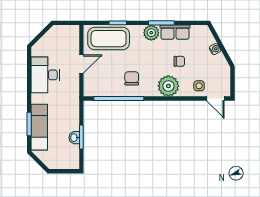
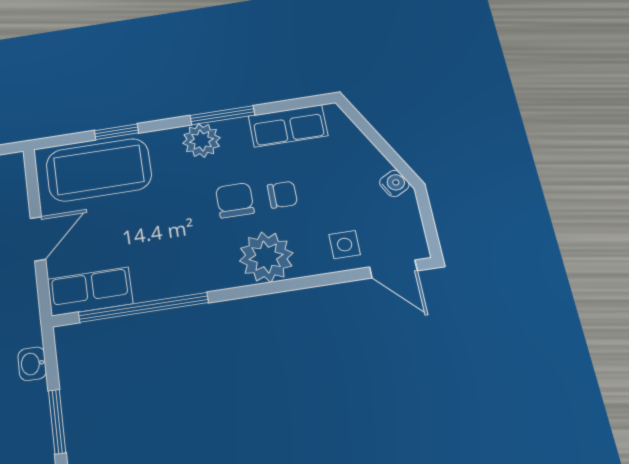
row of seats: (175, 32) -> (288, 126), moved
water cooler: (215, 49) -> (394, 184), moved
chair: (132, 78) -> (235, 200), moved
row of seats: (99, 89) -> (90, 291), added
washbasin: (74, 138) -> (32, 364), moved

